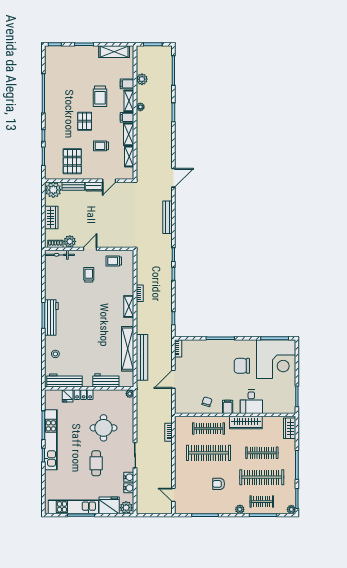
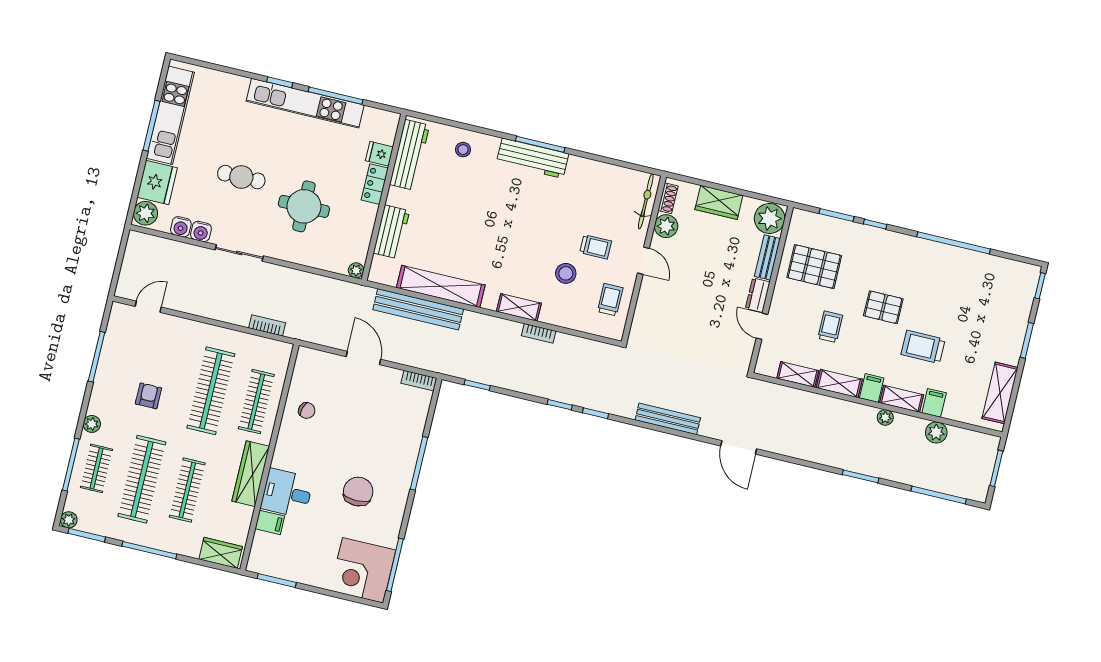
stool: (106, 287) -> (566, 273), added
corner desk: (276, 359) -> (363, 570), width x0.74, depth x0.74
filing cabinet: (228, 407) -> (270, 522), moved

